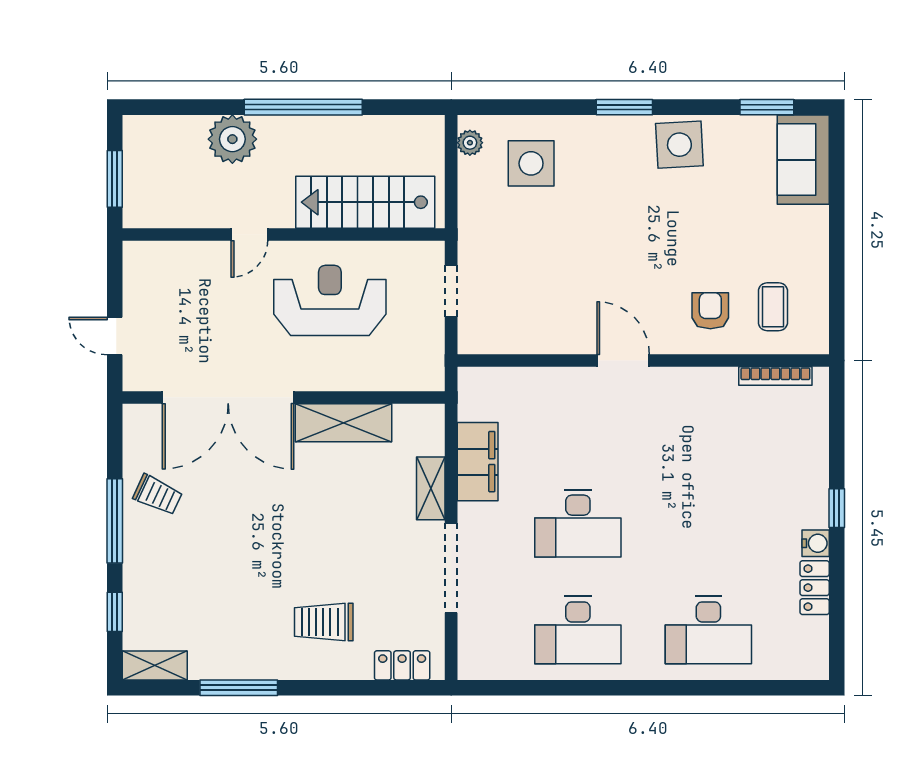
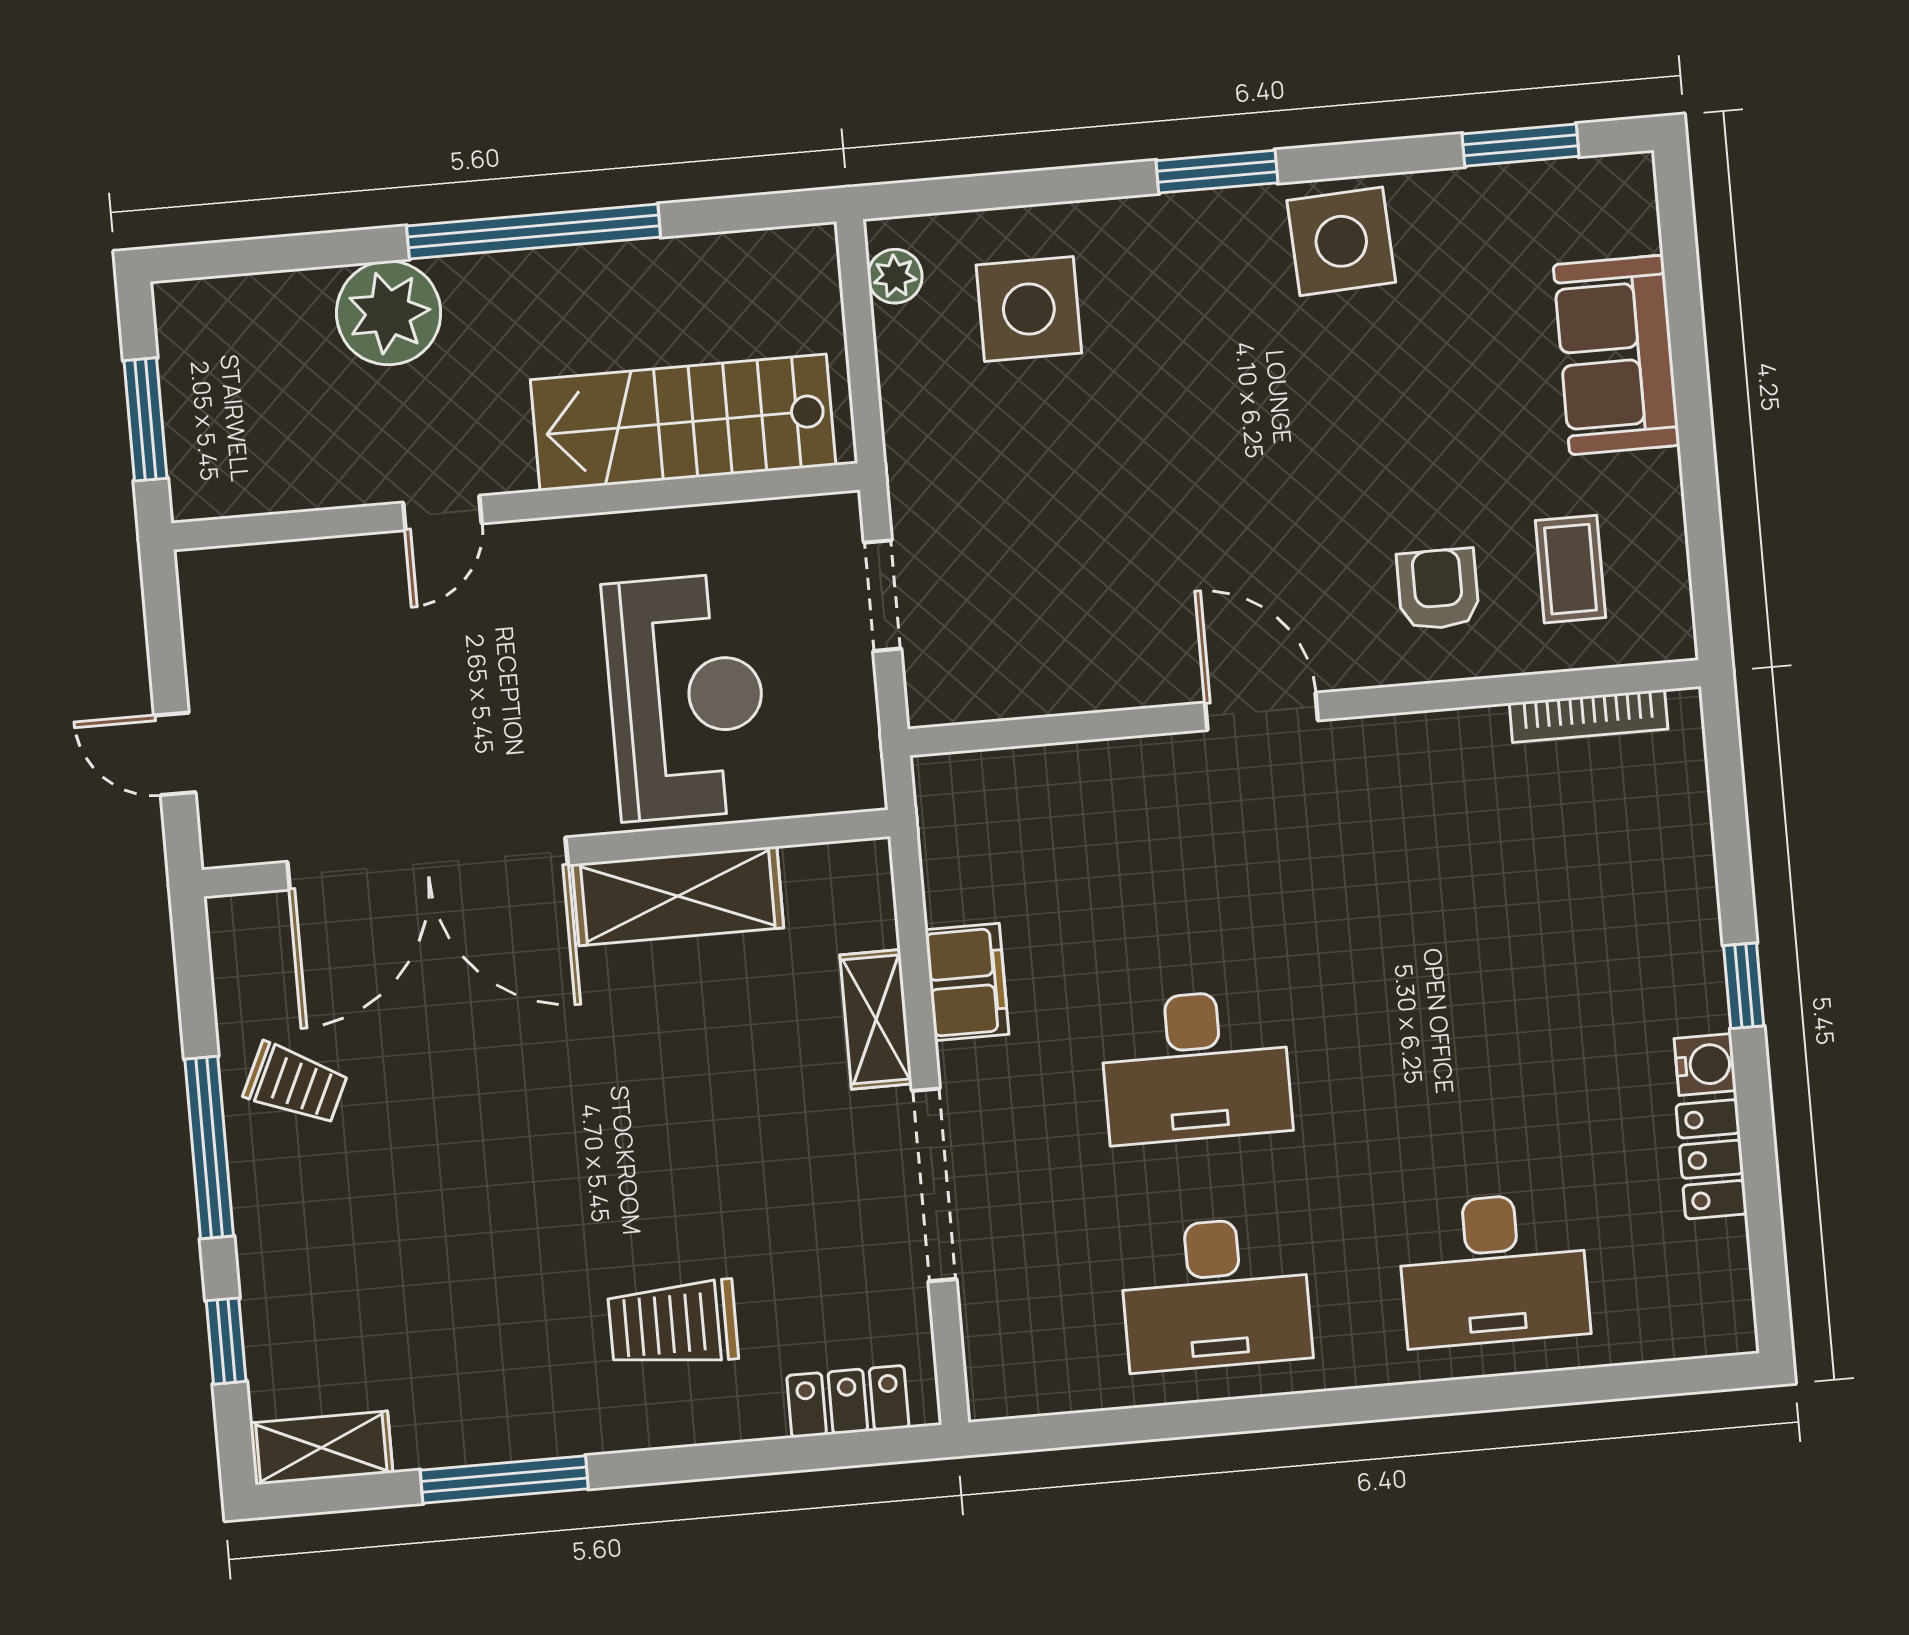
sofa: (803, 160) -> (1617, 355), moved
reception desk: (330, 300) -> (686, 697), moved, turned 90
filing cabinet: (478, 462) -> (967, 982), width x0.67, depth x0.86

